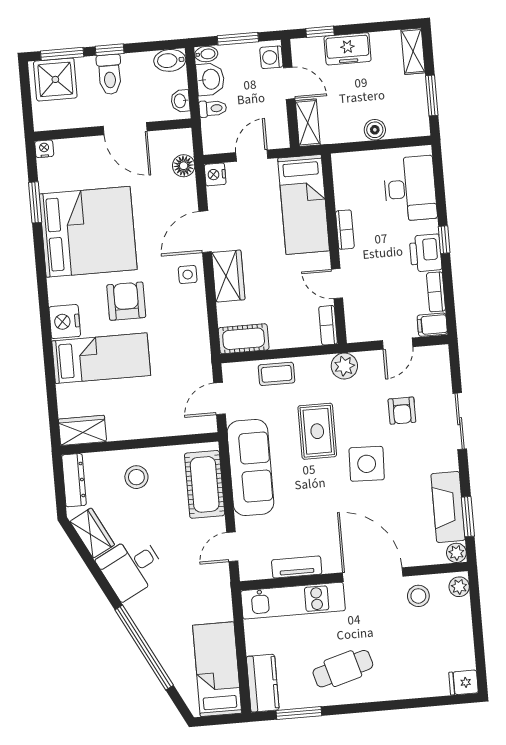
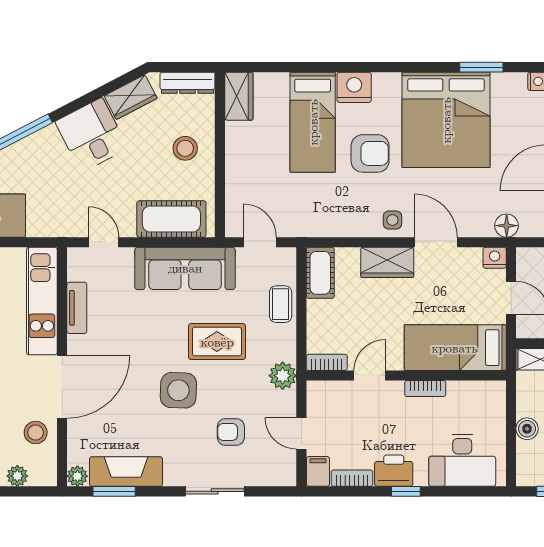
plant: (459, 587) -> (17, 476), moved

